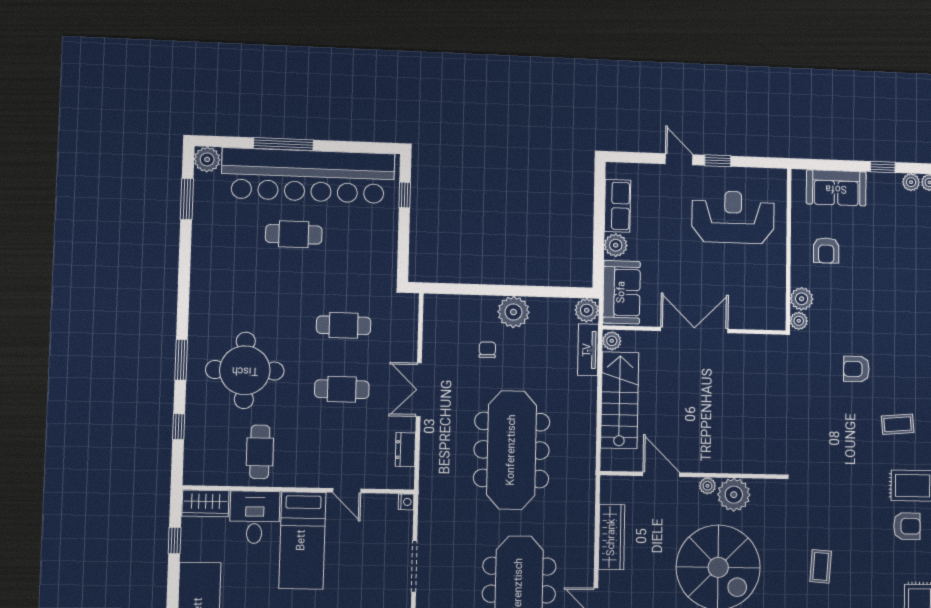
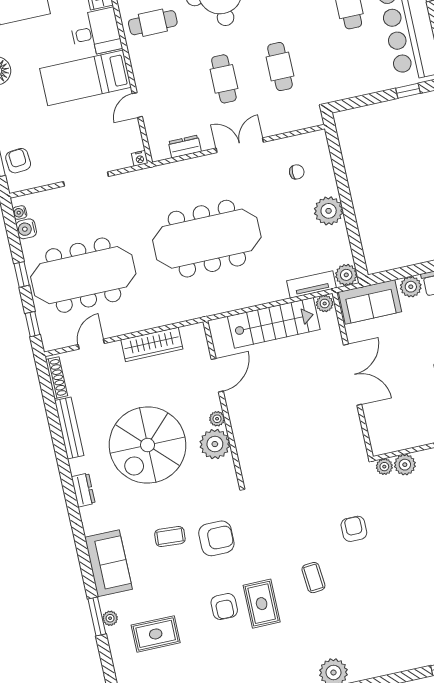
chair: (487, 350) -> (297, 172), moved
armchair: (834, 517) -> (216, 538), added

